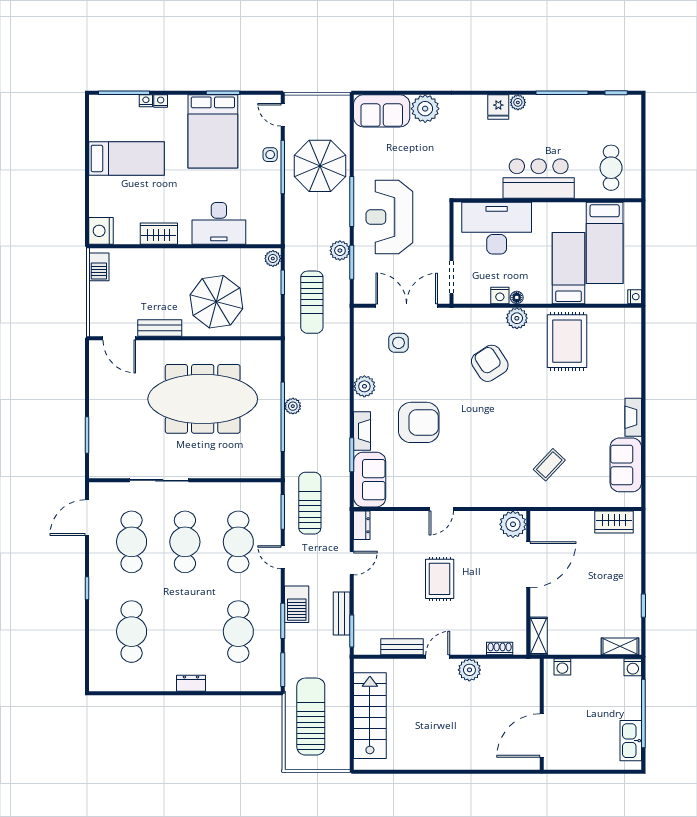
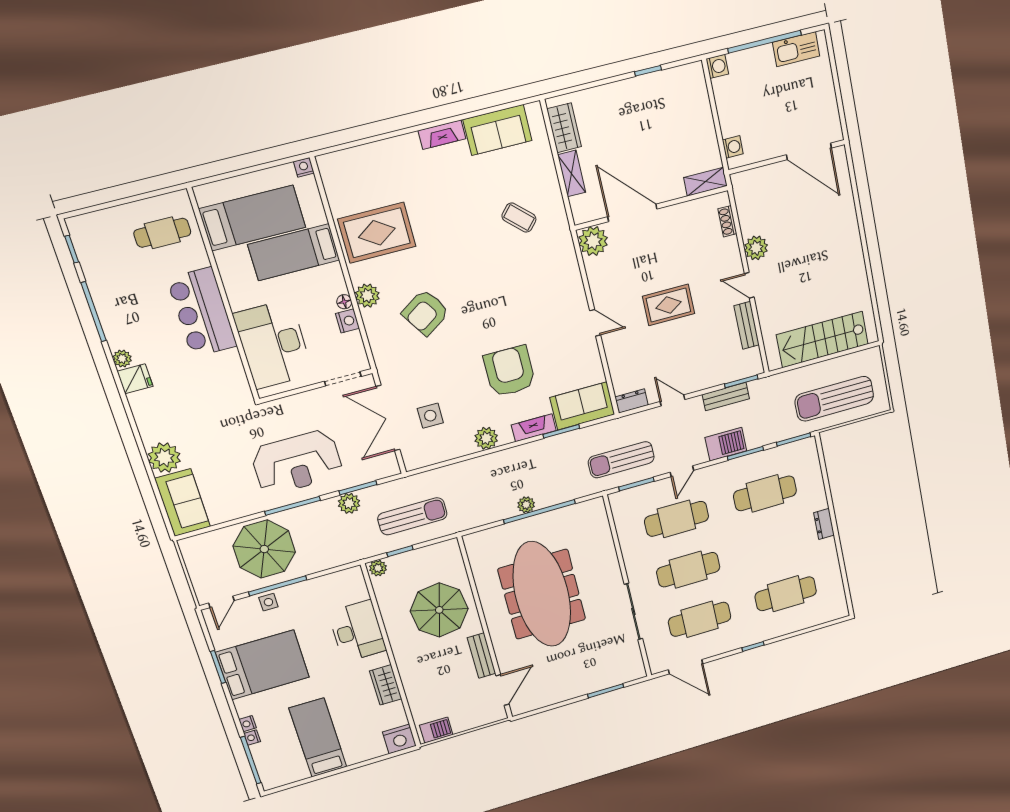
shelving: (620, 646) -> (572, 174), moved

